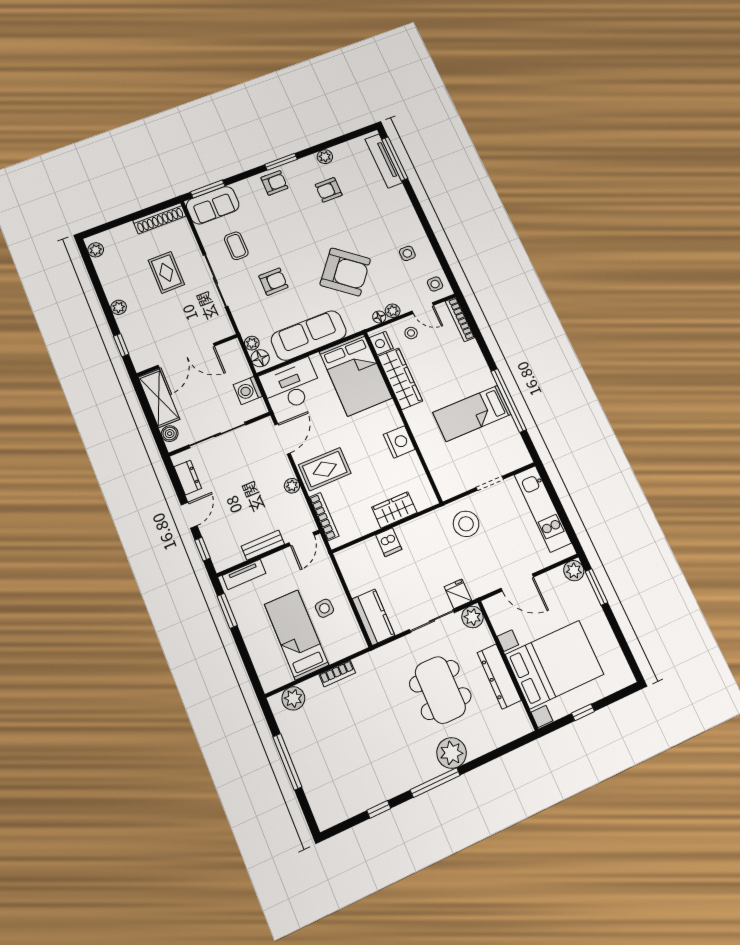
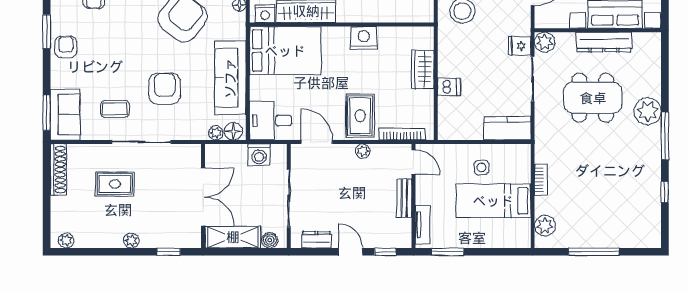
armchair: (273, 282) -> (165, 89), width x1.38, depth x1.38
desk: (291, 385) -> (271, 121), width x0.73

